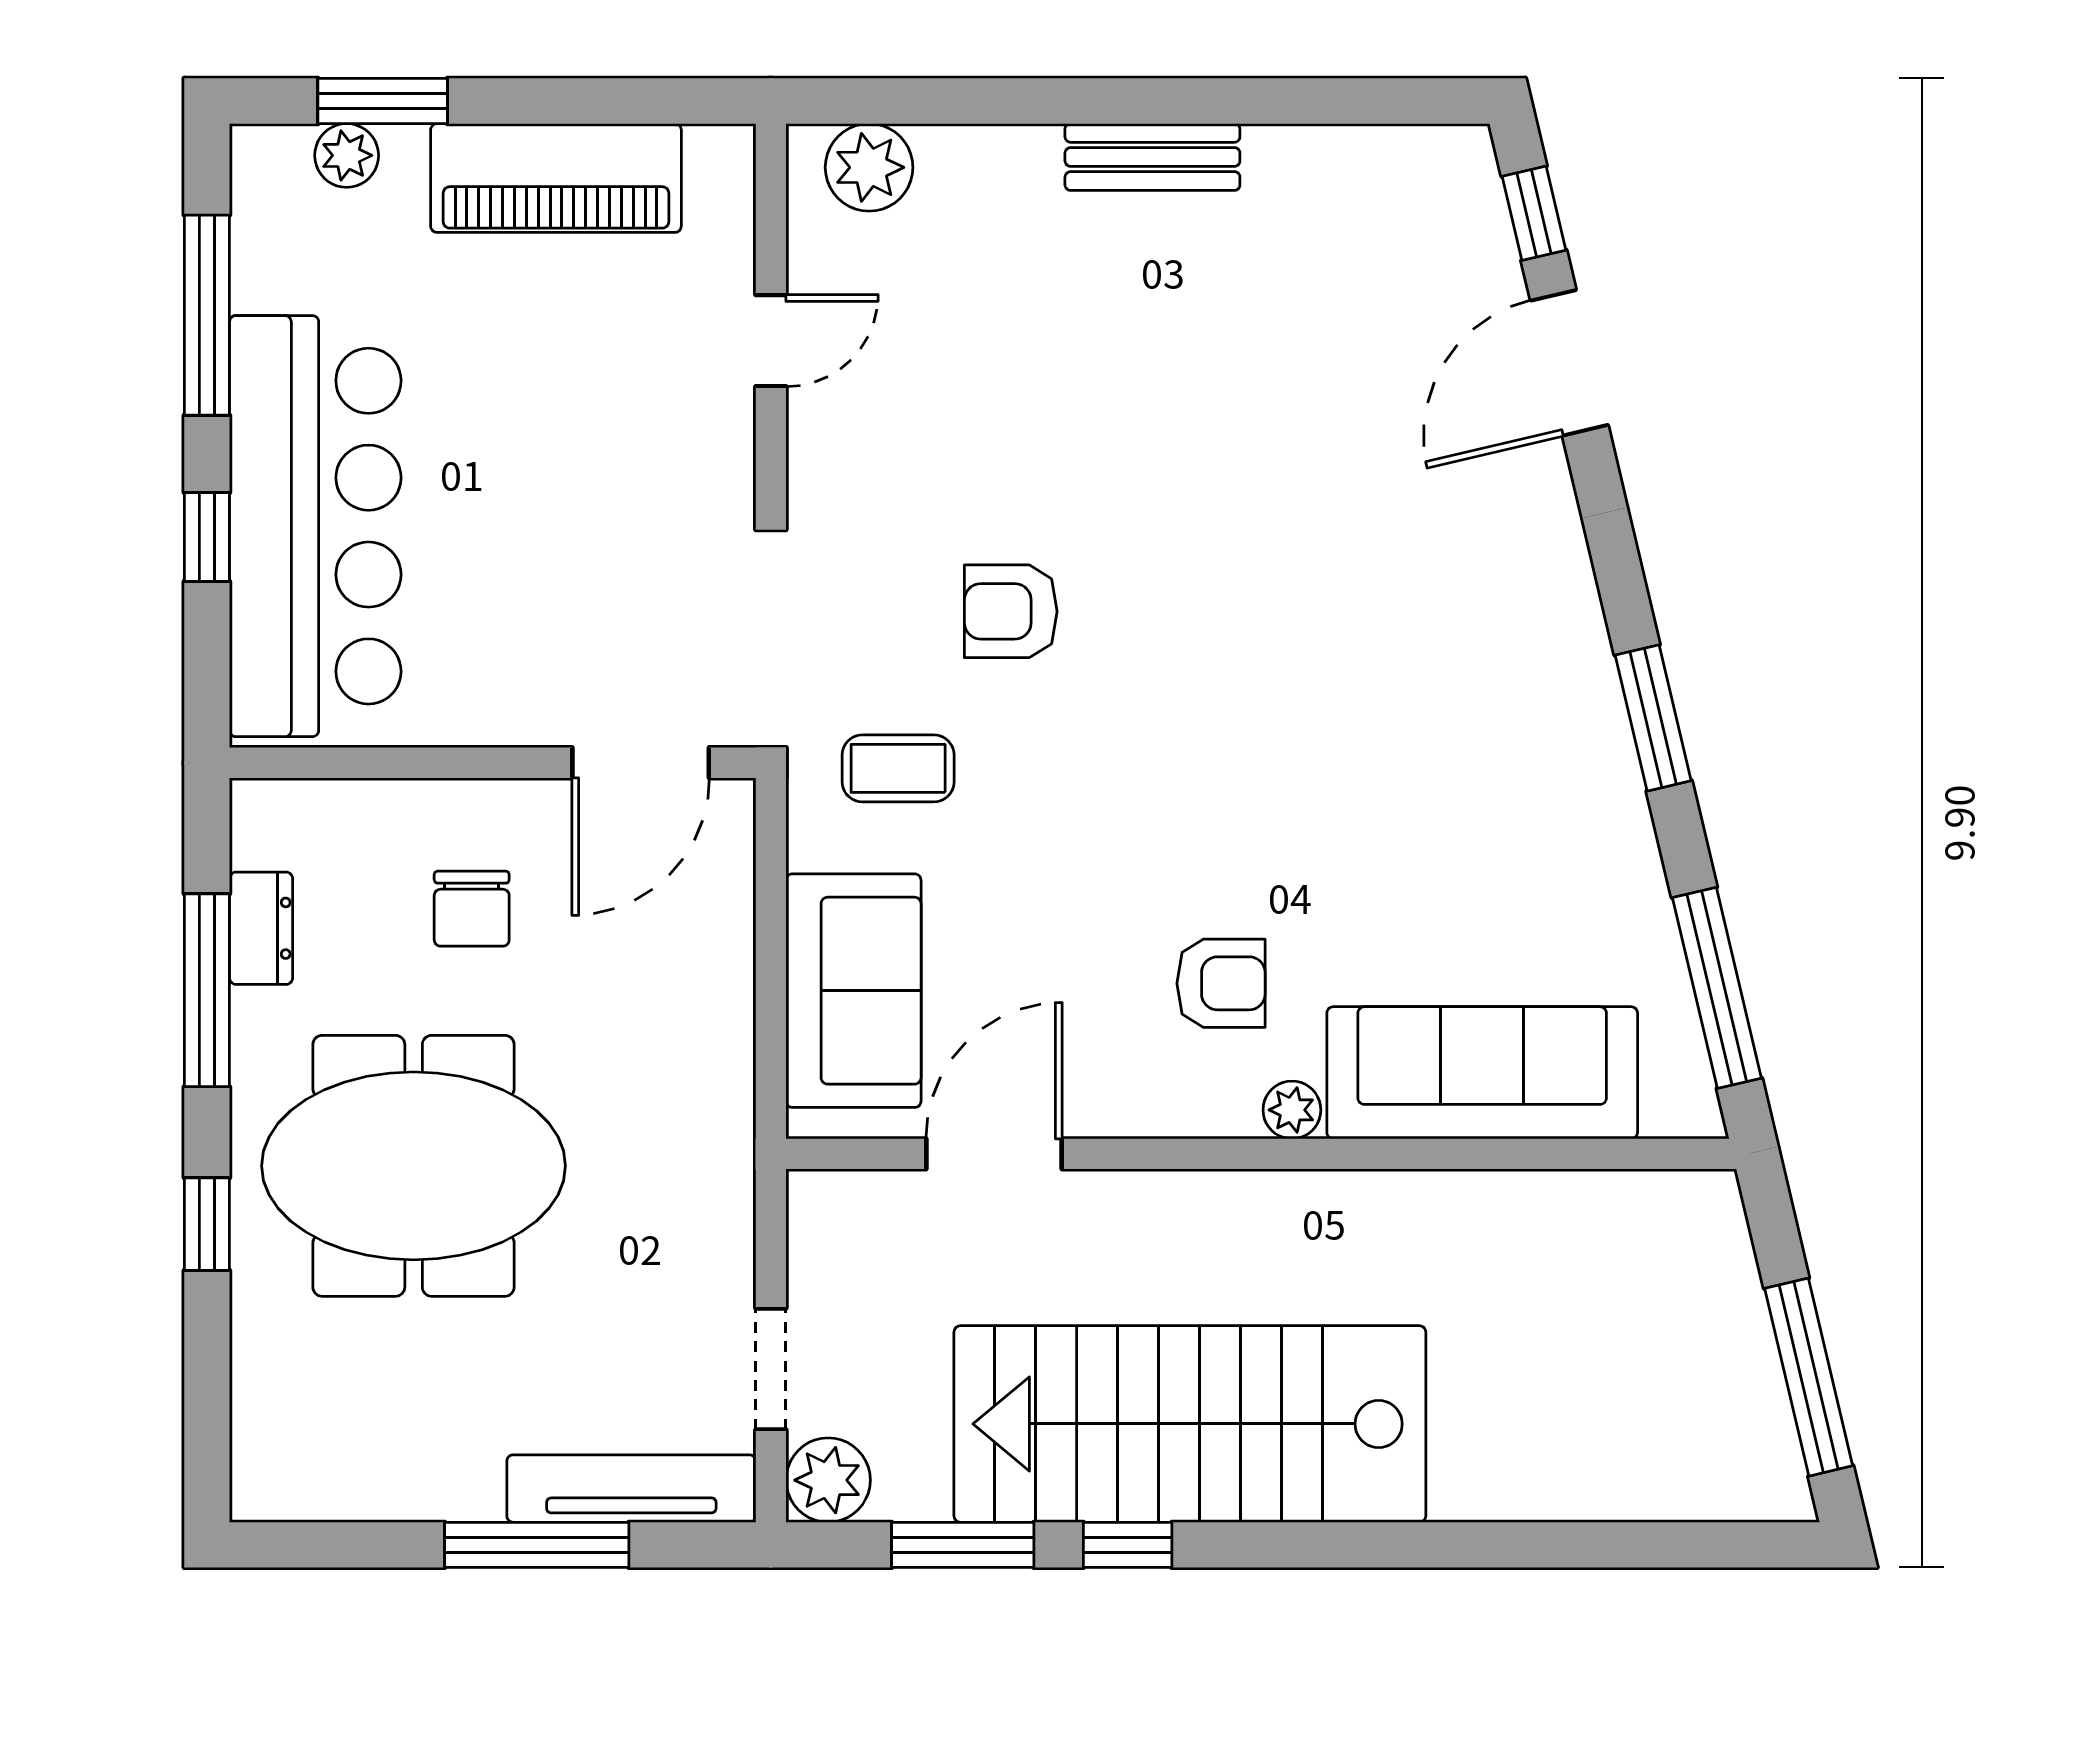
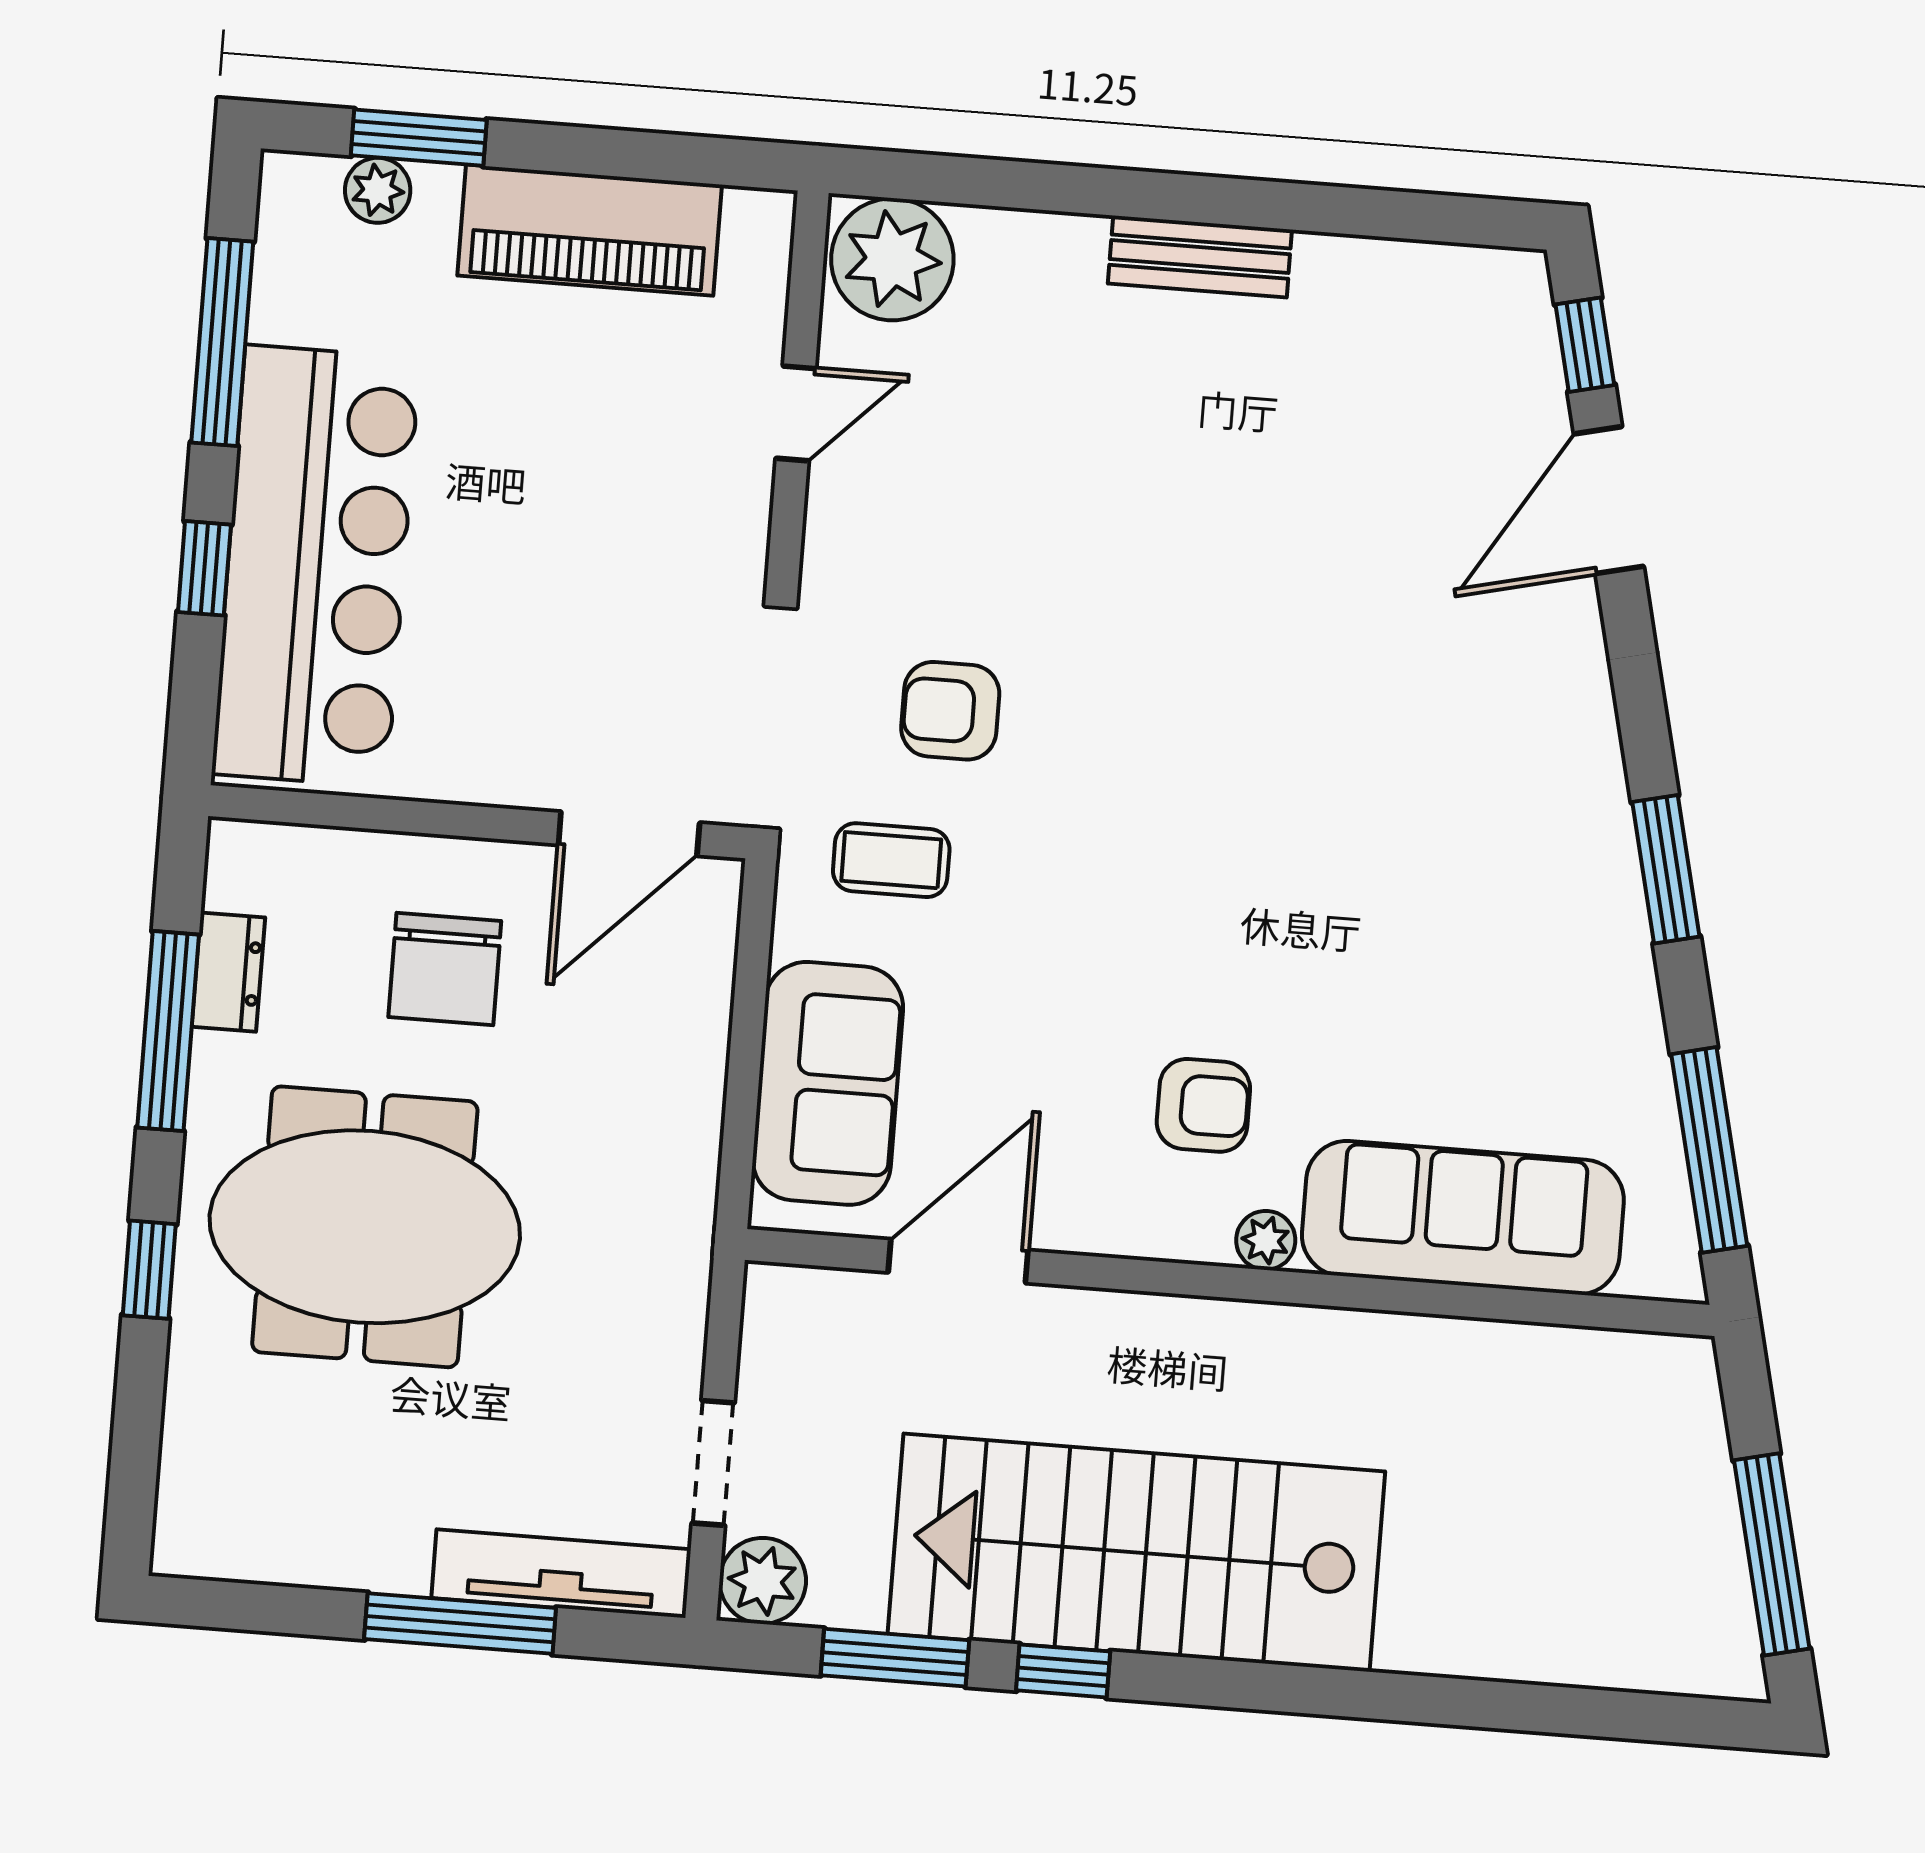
plant: (869, 167) -> (892, 259), width x1.36, depth x1.36
armchair: (1011, 611) -> (950, 711), moved
chair: (472, 909) -> (445, 969), width x1.37, depth x1.37

